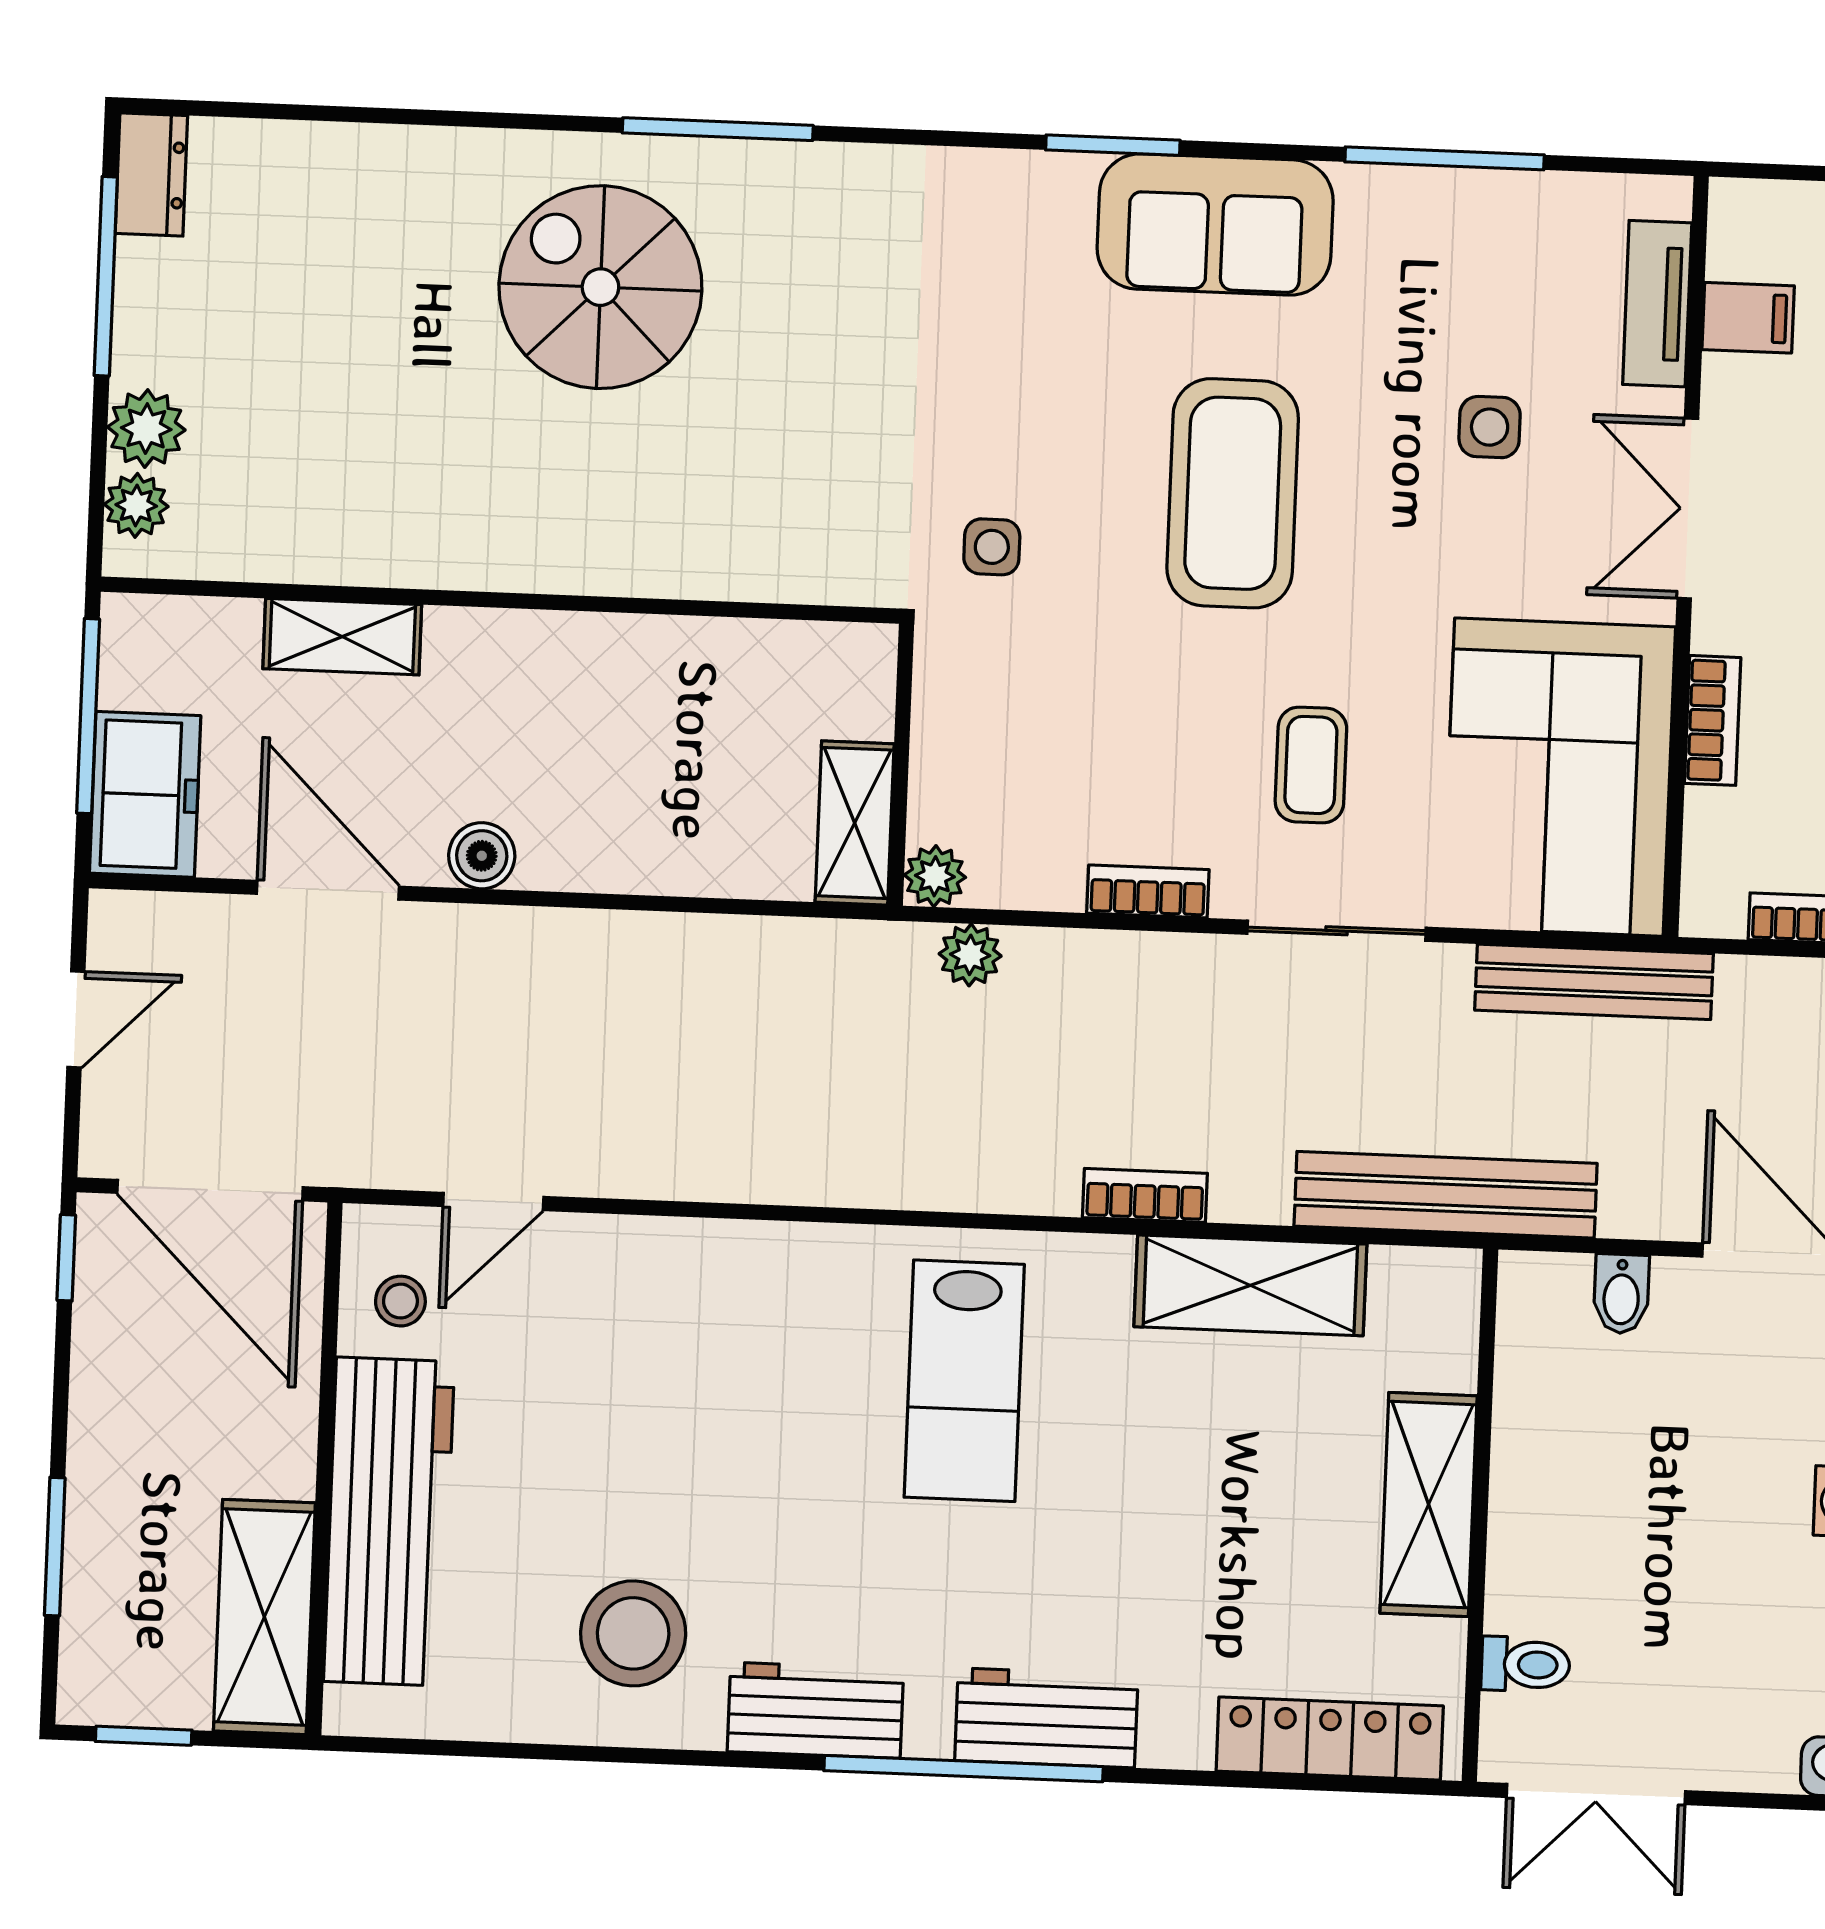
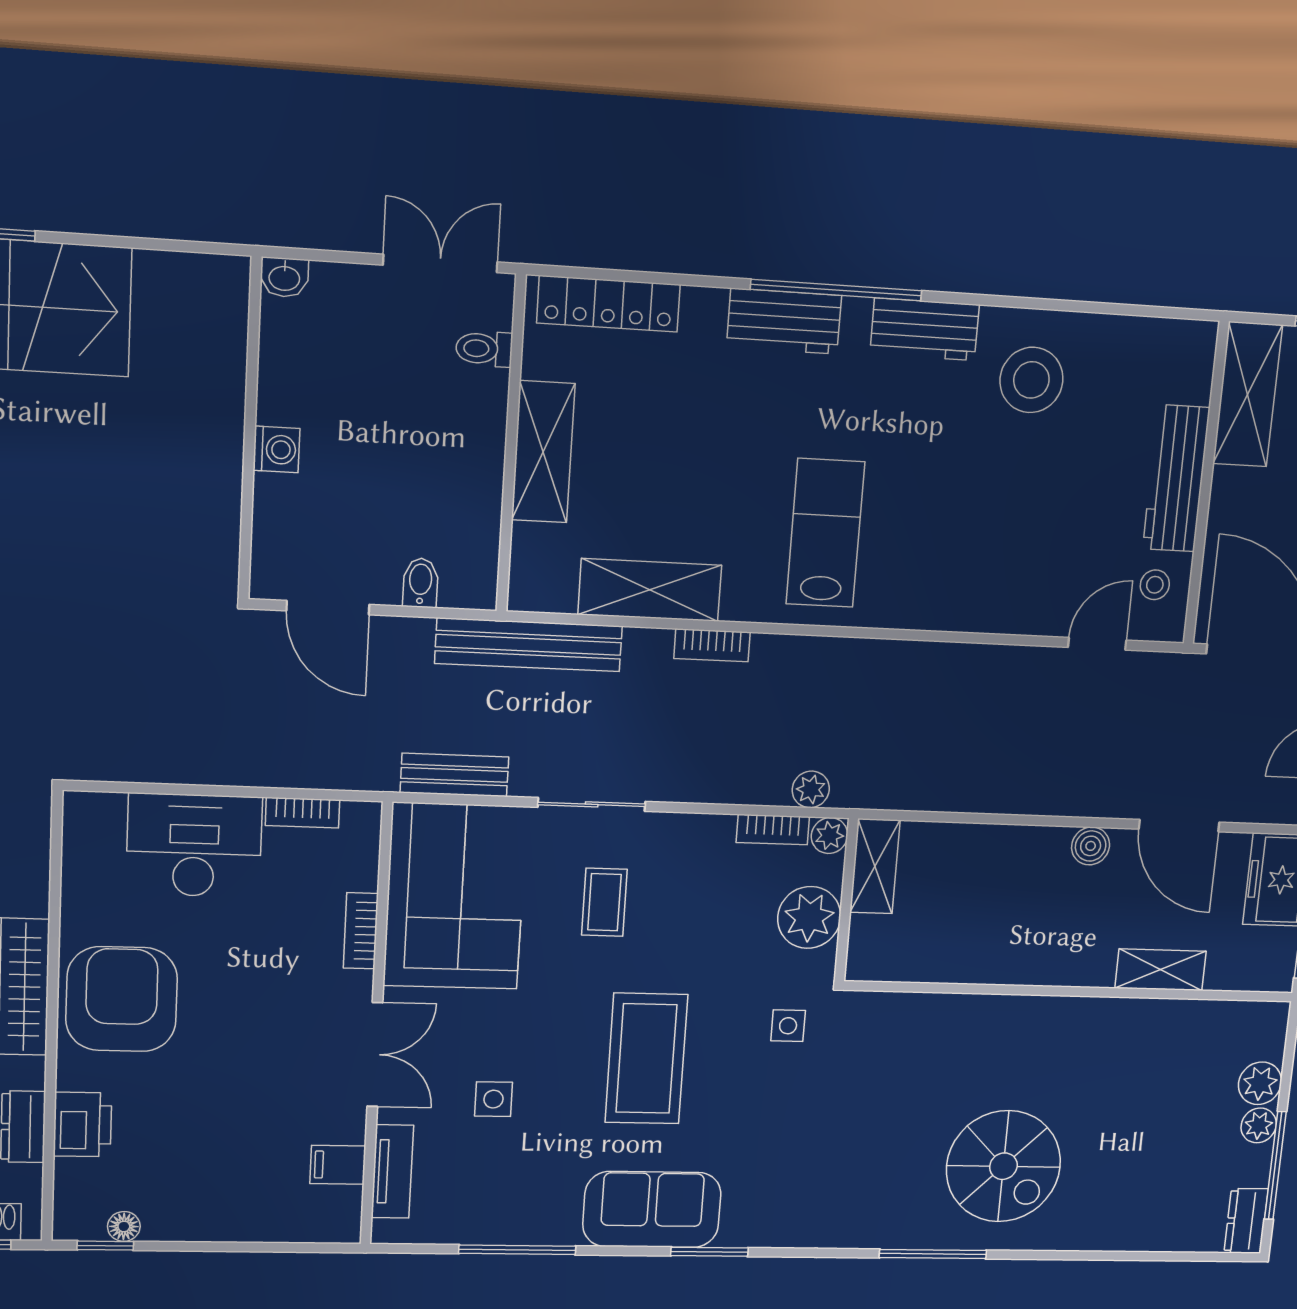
plant: (136, 505) -> (1259, 1125), moved
plant: (963, 736) -> (809, 917), added
bookcase: (1148, 891) -> (773, 830), moved
bench: (1594, 982) -> (454, 775), width x0.73
workbench: (389, 1521) -> (1176, 478), width x0.73, depth x0.76

